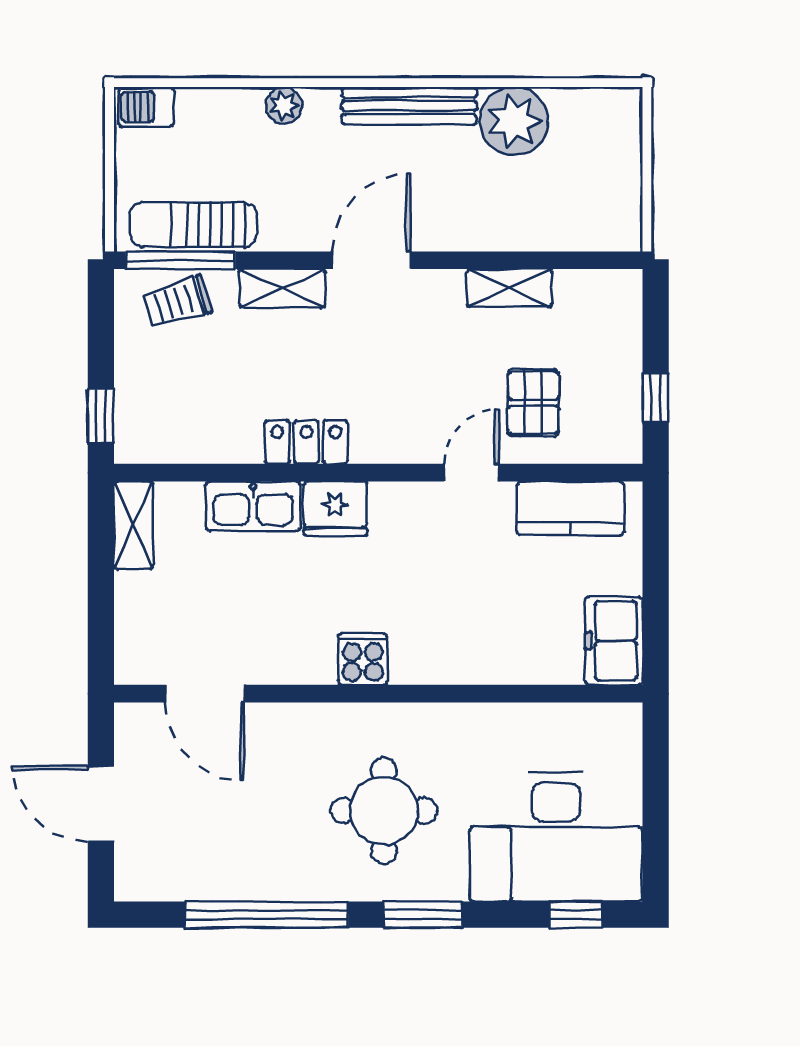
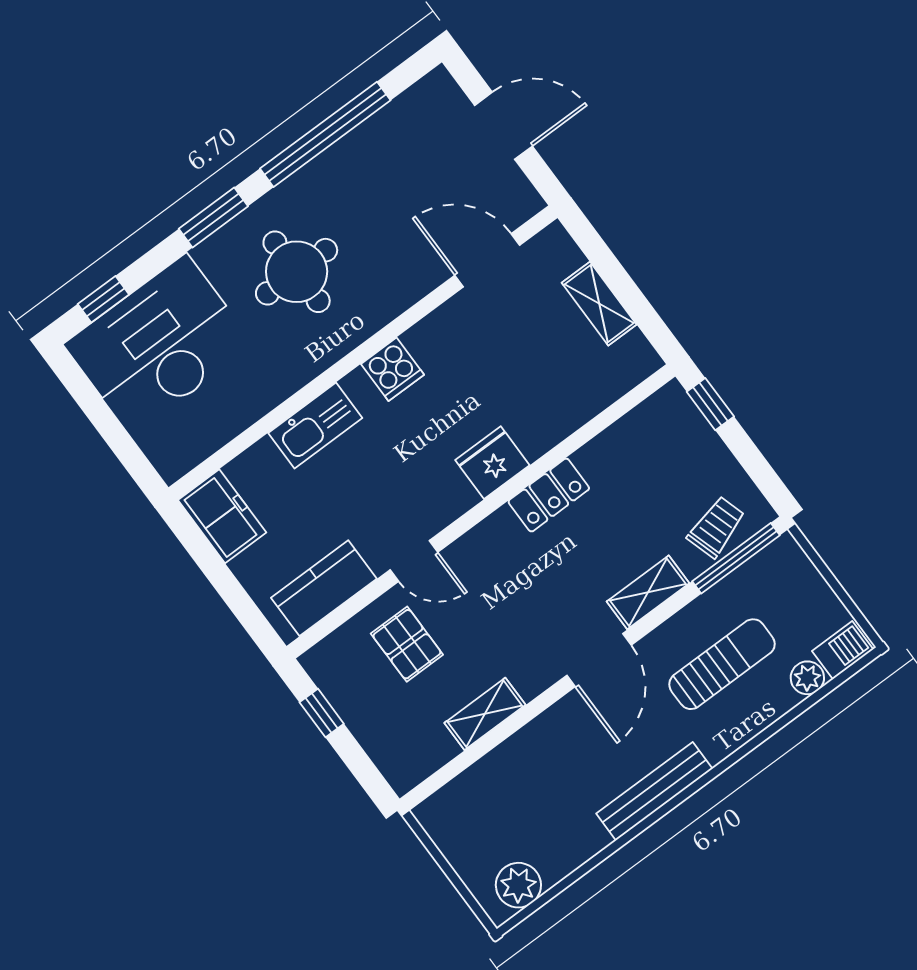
plant: (284, 106) -> (807, 678), moved
plant: (514, 121) -> (518, 885), moved, width x0.73, depth x0.73
sun lounger: (193, 225) -> (722, 664), moved
door: (471, 473) -> (414, 561), hinge flipped
kitchen sink: (253, 506) -> (315, 425), moved, turned 180
shelving: (134, 525) -> (599, 304), moved

